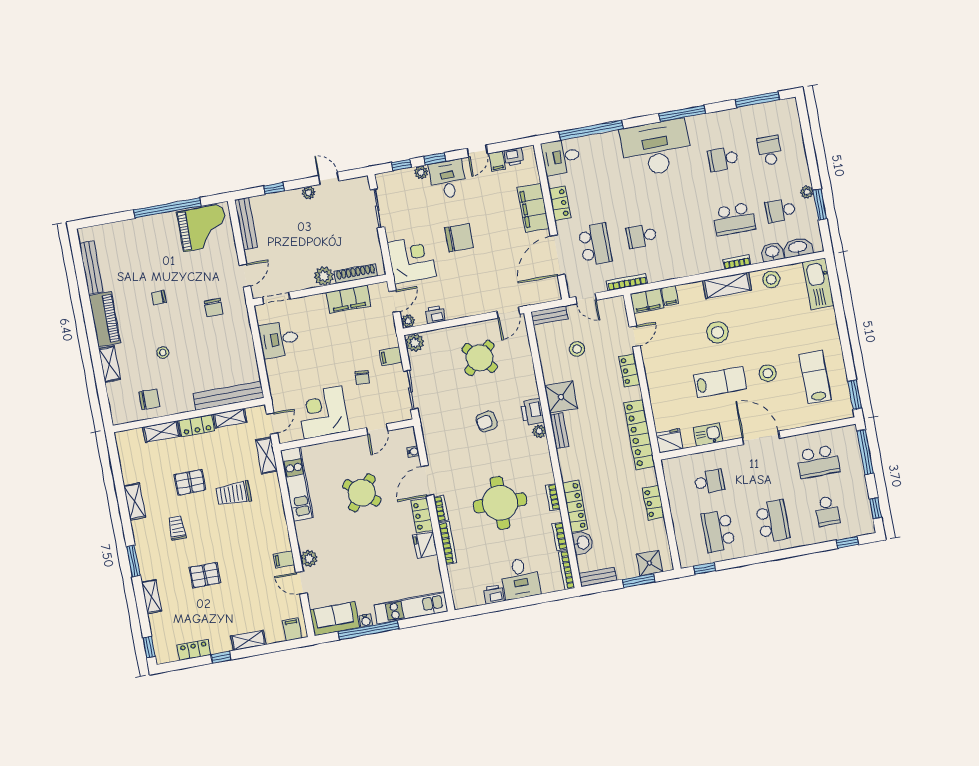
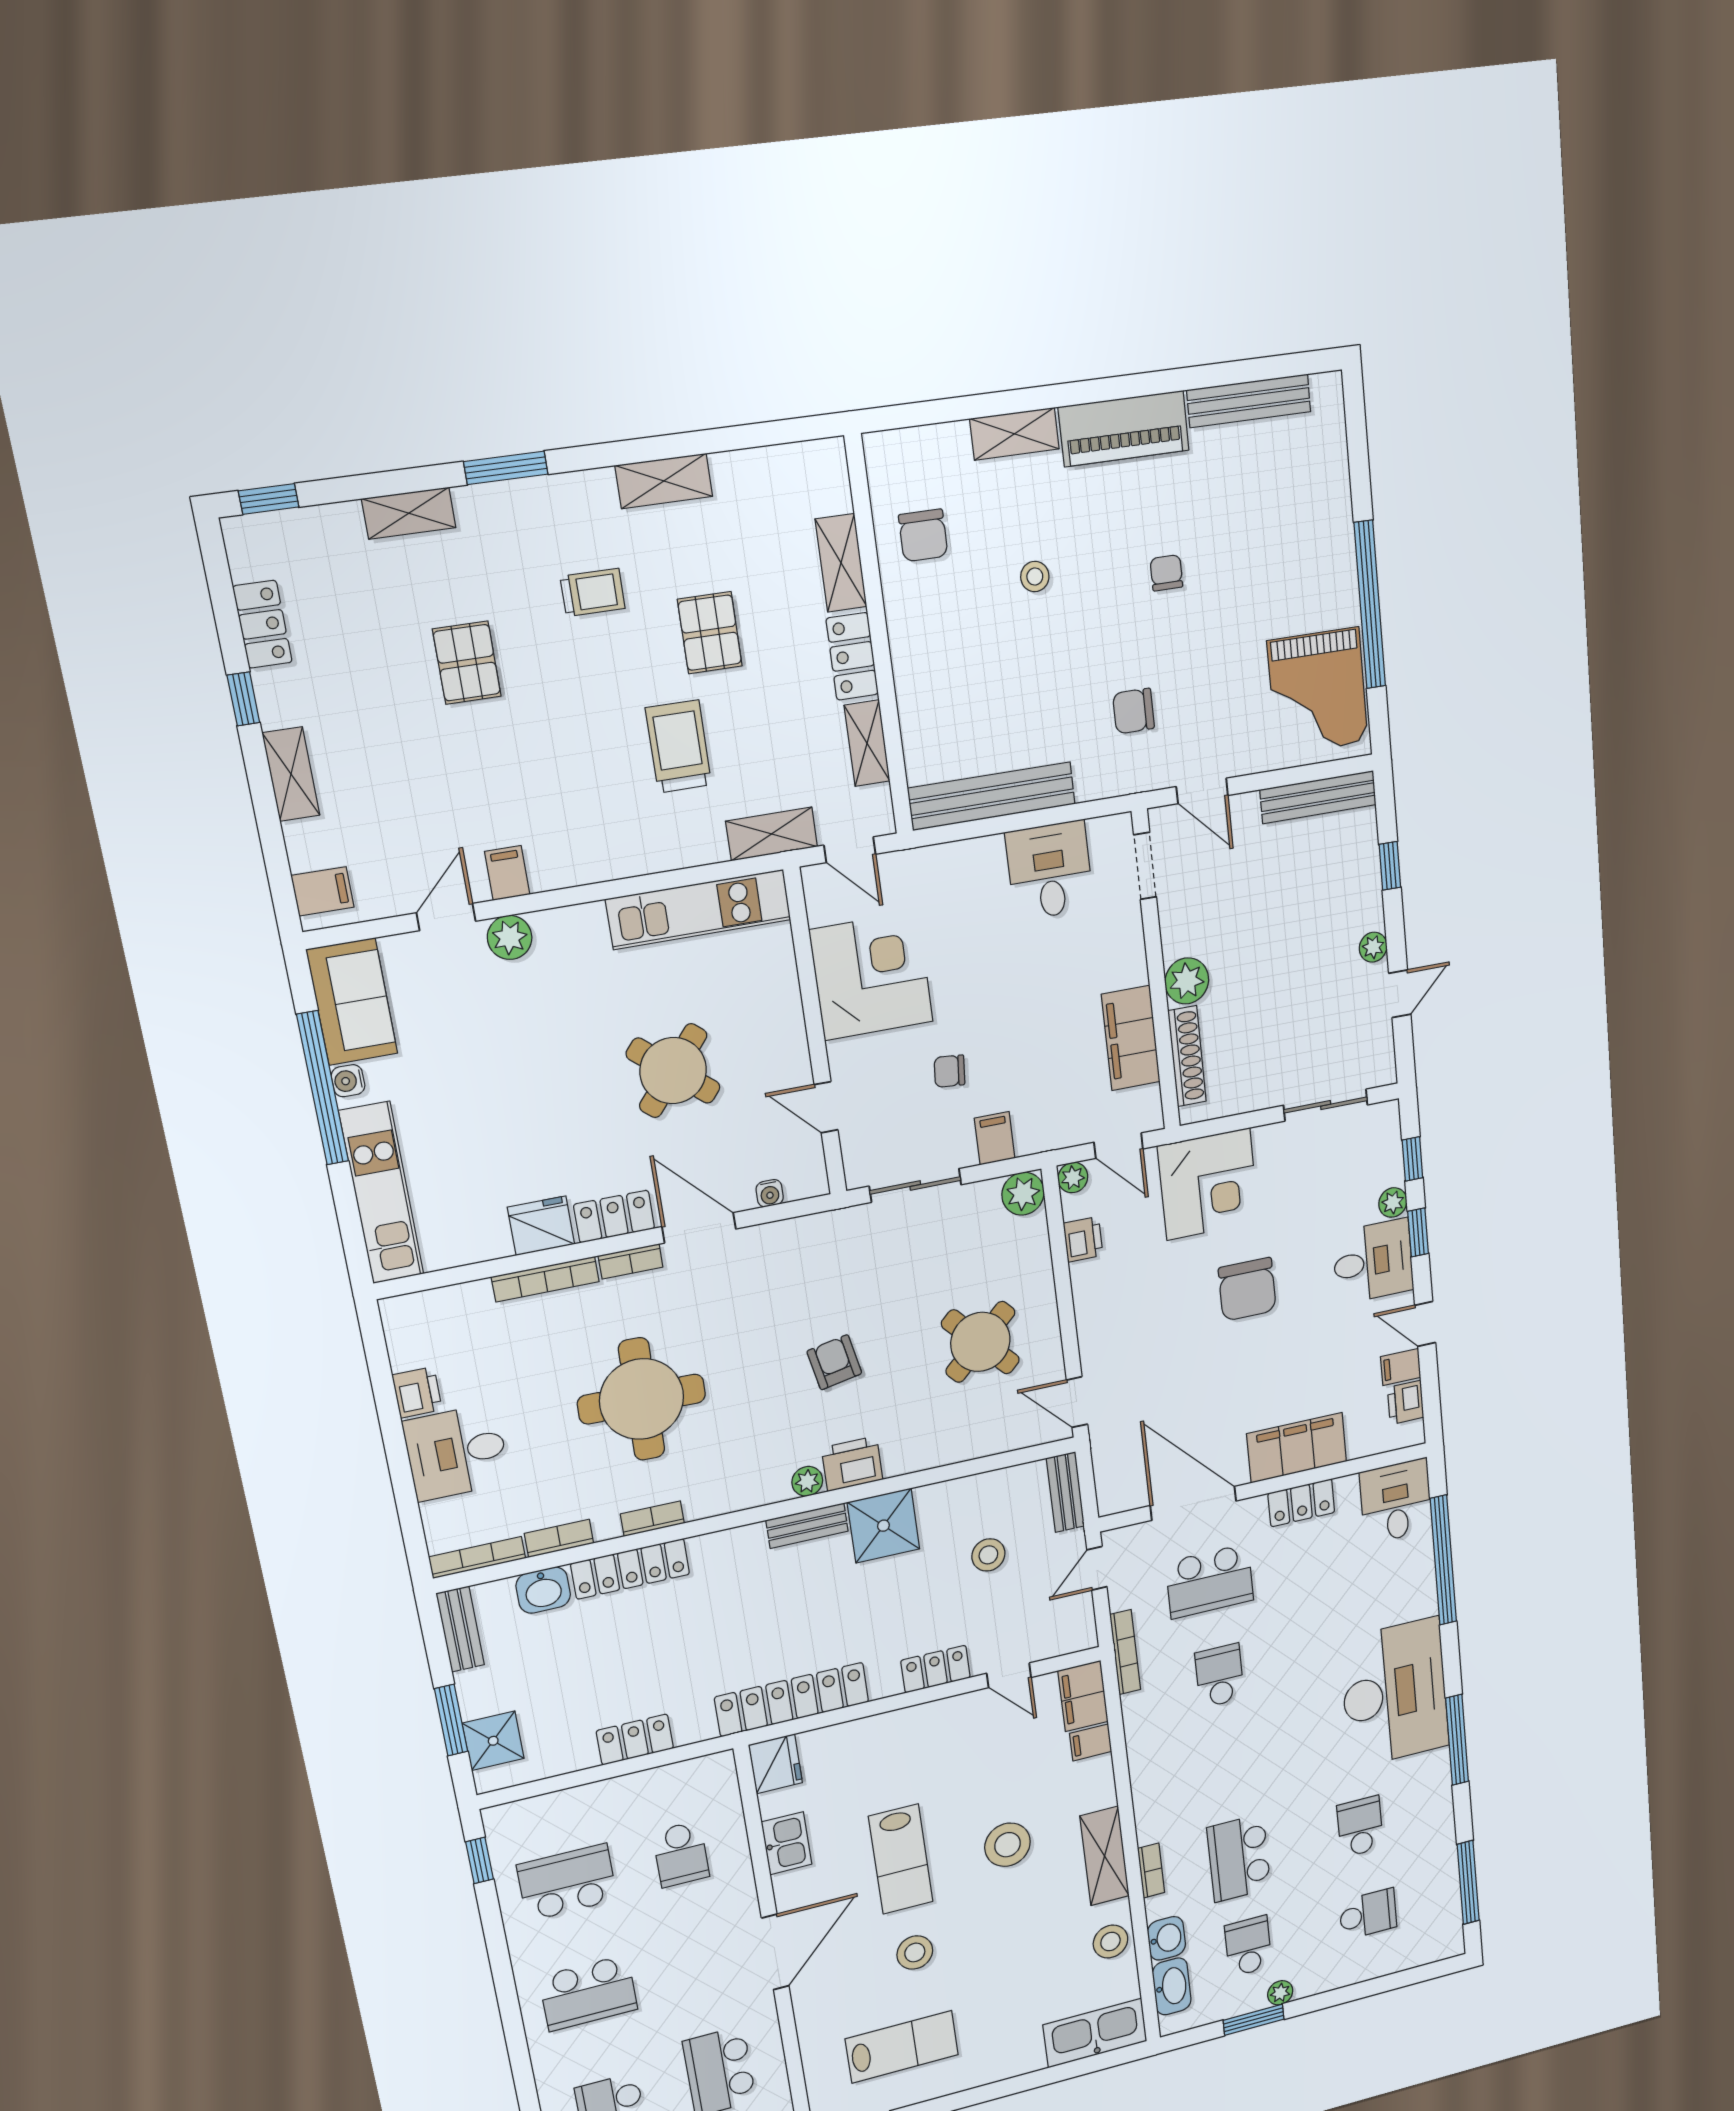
bench: (229, 396) -> (992, 796), moved, turned 90

